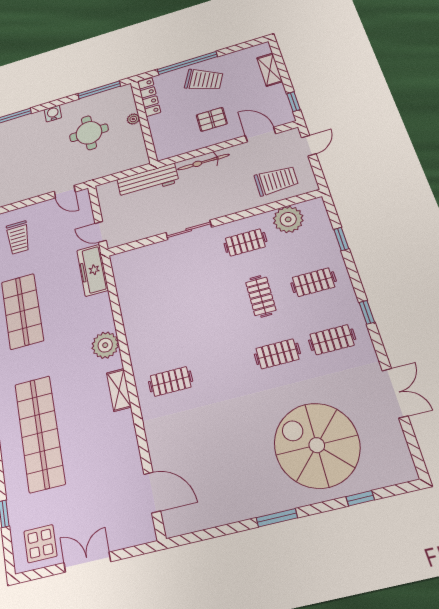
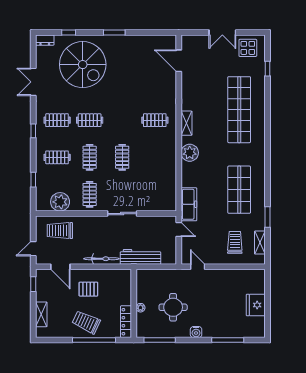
clothes rail: (245, 242) -> (90, 194), turned 90
clothes rail: (209, 310) -> (122, 157), added
dresser: (400, 474) -> (45, 40), added

